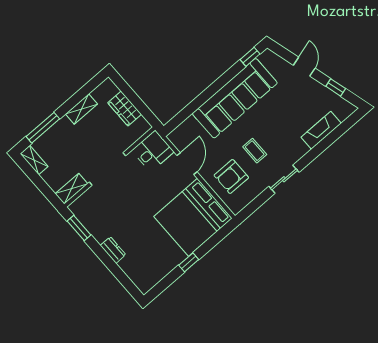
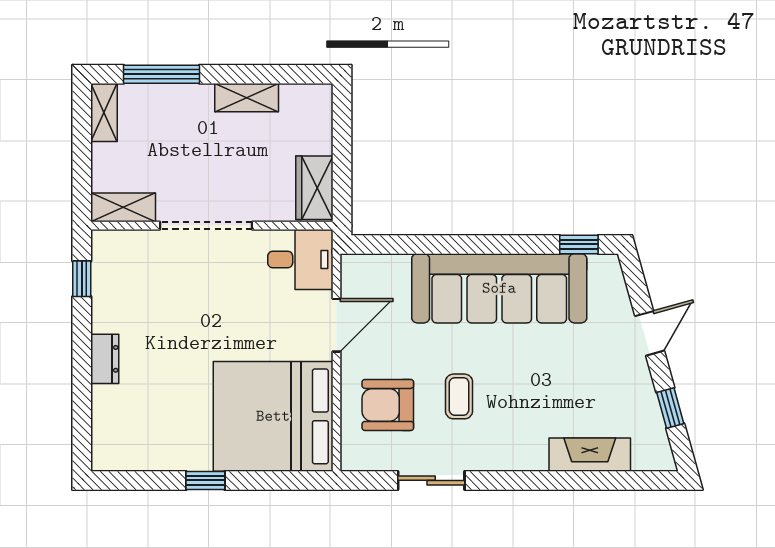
wardrobe: (125, 109) -> (314, 188), moved
sliding door: (284, 179) -> (431, 480), moved
window: (79, 228) -> (82, 279), width x0.67

